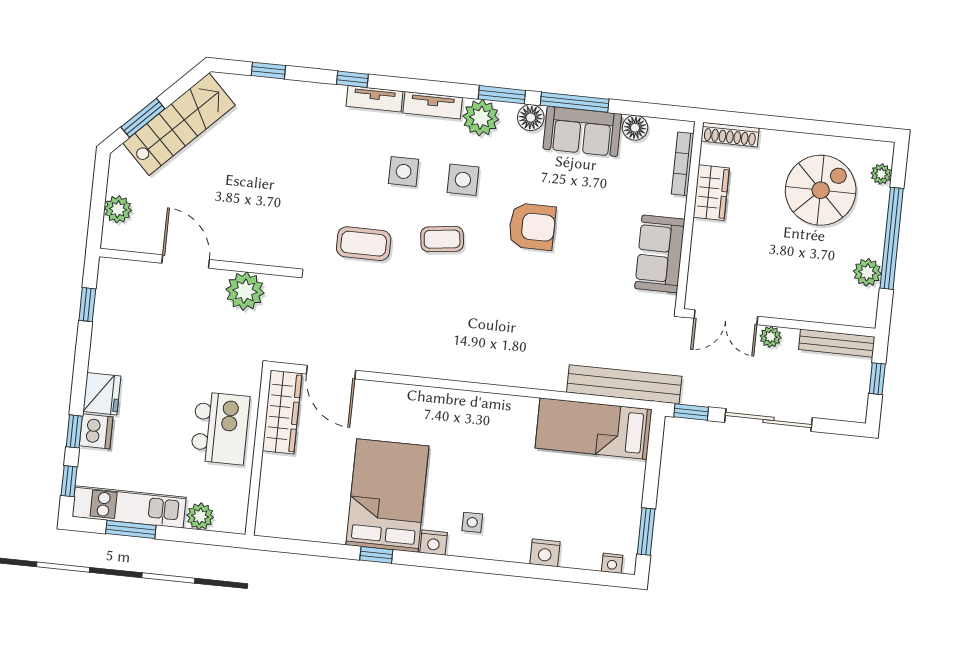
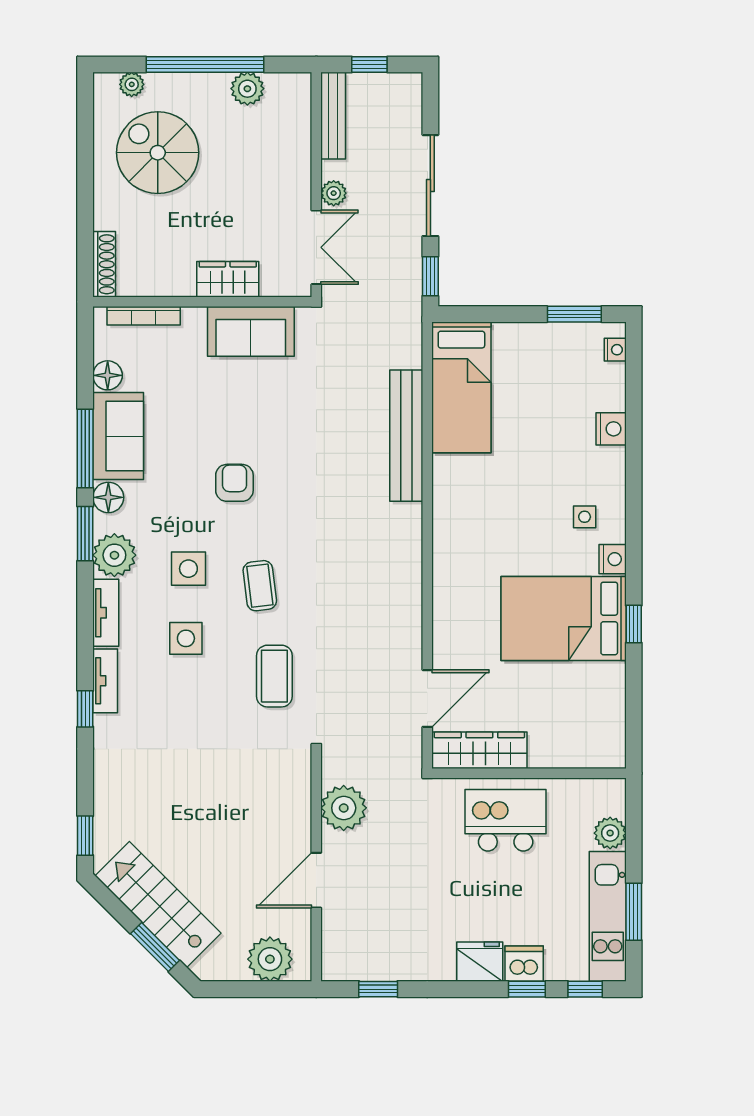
window: (268, 71) -> (85, 836), moved
wardrobe: (711, 193) -> (228, 279), moved
plant: (118, 209) -> (270, 959), width x1.36, depth x1.36
armchair: (532, 227) -> (234, 483), width x0.72, depth x0.72
bench: (624, 384) -> (406, 436), moved

